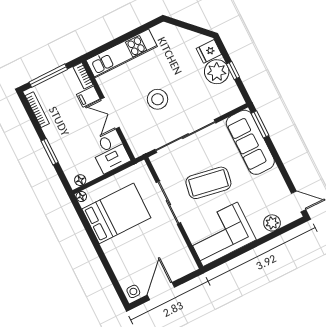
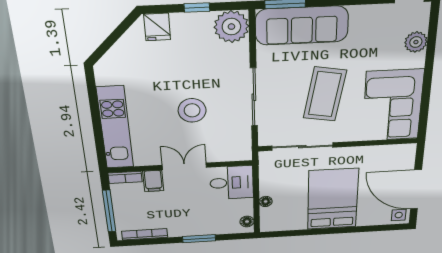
plant: (217, 72) -> (231, 27), moved
double door: (110, 113) -> (184, 166), swing flipped
sliding door: (185, 136) -> (254, 97), width x0.73
floor lamp: (81, 197) -> (266, 201), moved
sliding door: (168, 203) -> (302, 147), moved
bed: (116, 213) -> (333, 199), moved
door: (161, 291) -> (416, 189), width x1.36

